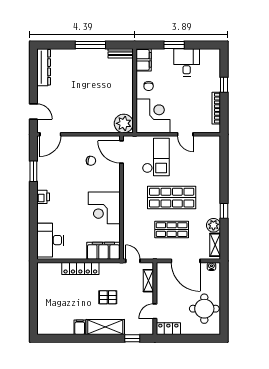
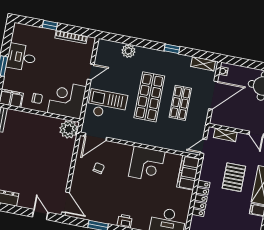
door: (33, 111) -> (40, 215), hinge flipped
plant: (213, 225) -> (128, 51), moved
pallet: (108, 297) -> (234, 177), width x1.50, depth x1.42

